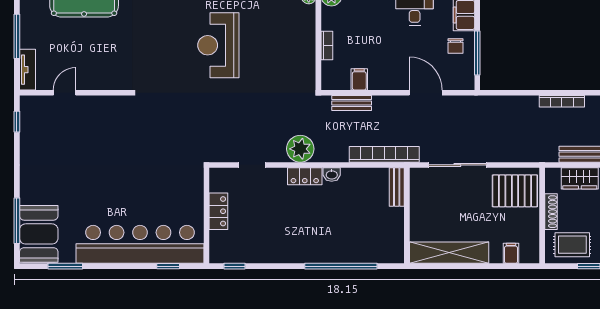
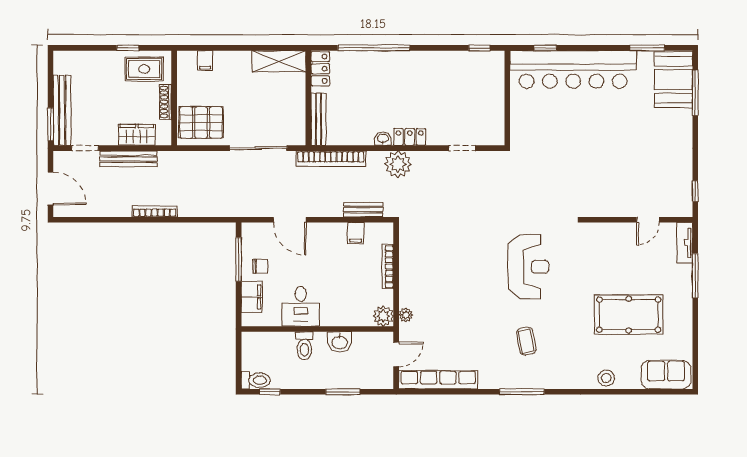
reception desk: (218, 45) -> (528, 267), moved
bookcase: (327, 46) -> (388, 267), width x1.56
chair: (455, 46) -> (260, 266), turned 90
plant: (300, 149) -> (398, 164), moved
bench: (397, 187) -> (318, 119), width x1.36
locker: (218, 211) -> (320, 69), moved, turned 180
shelving: (449, 253) -> (279, 61), width x0.68

